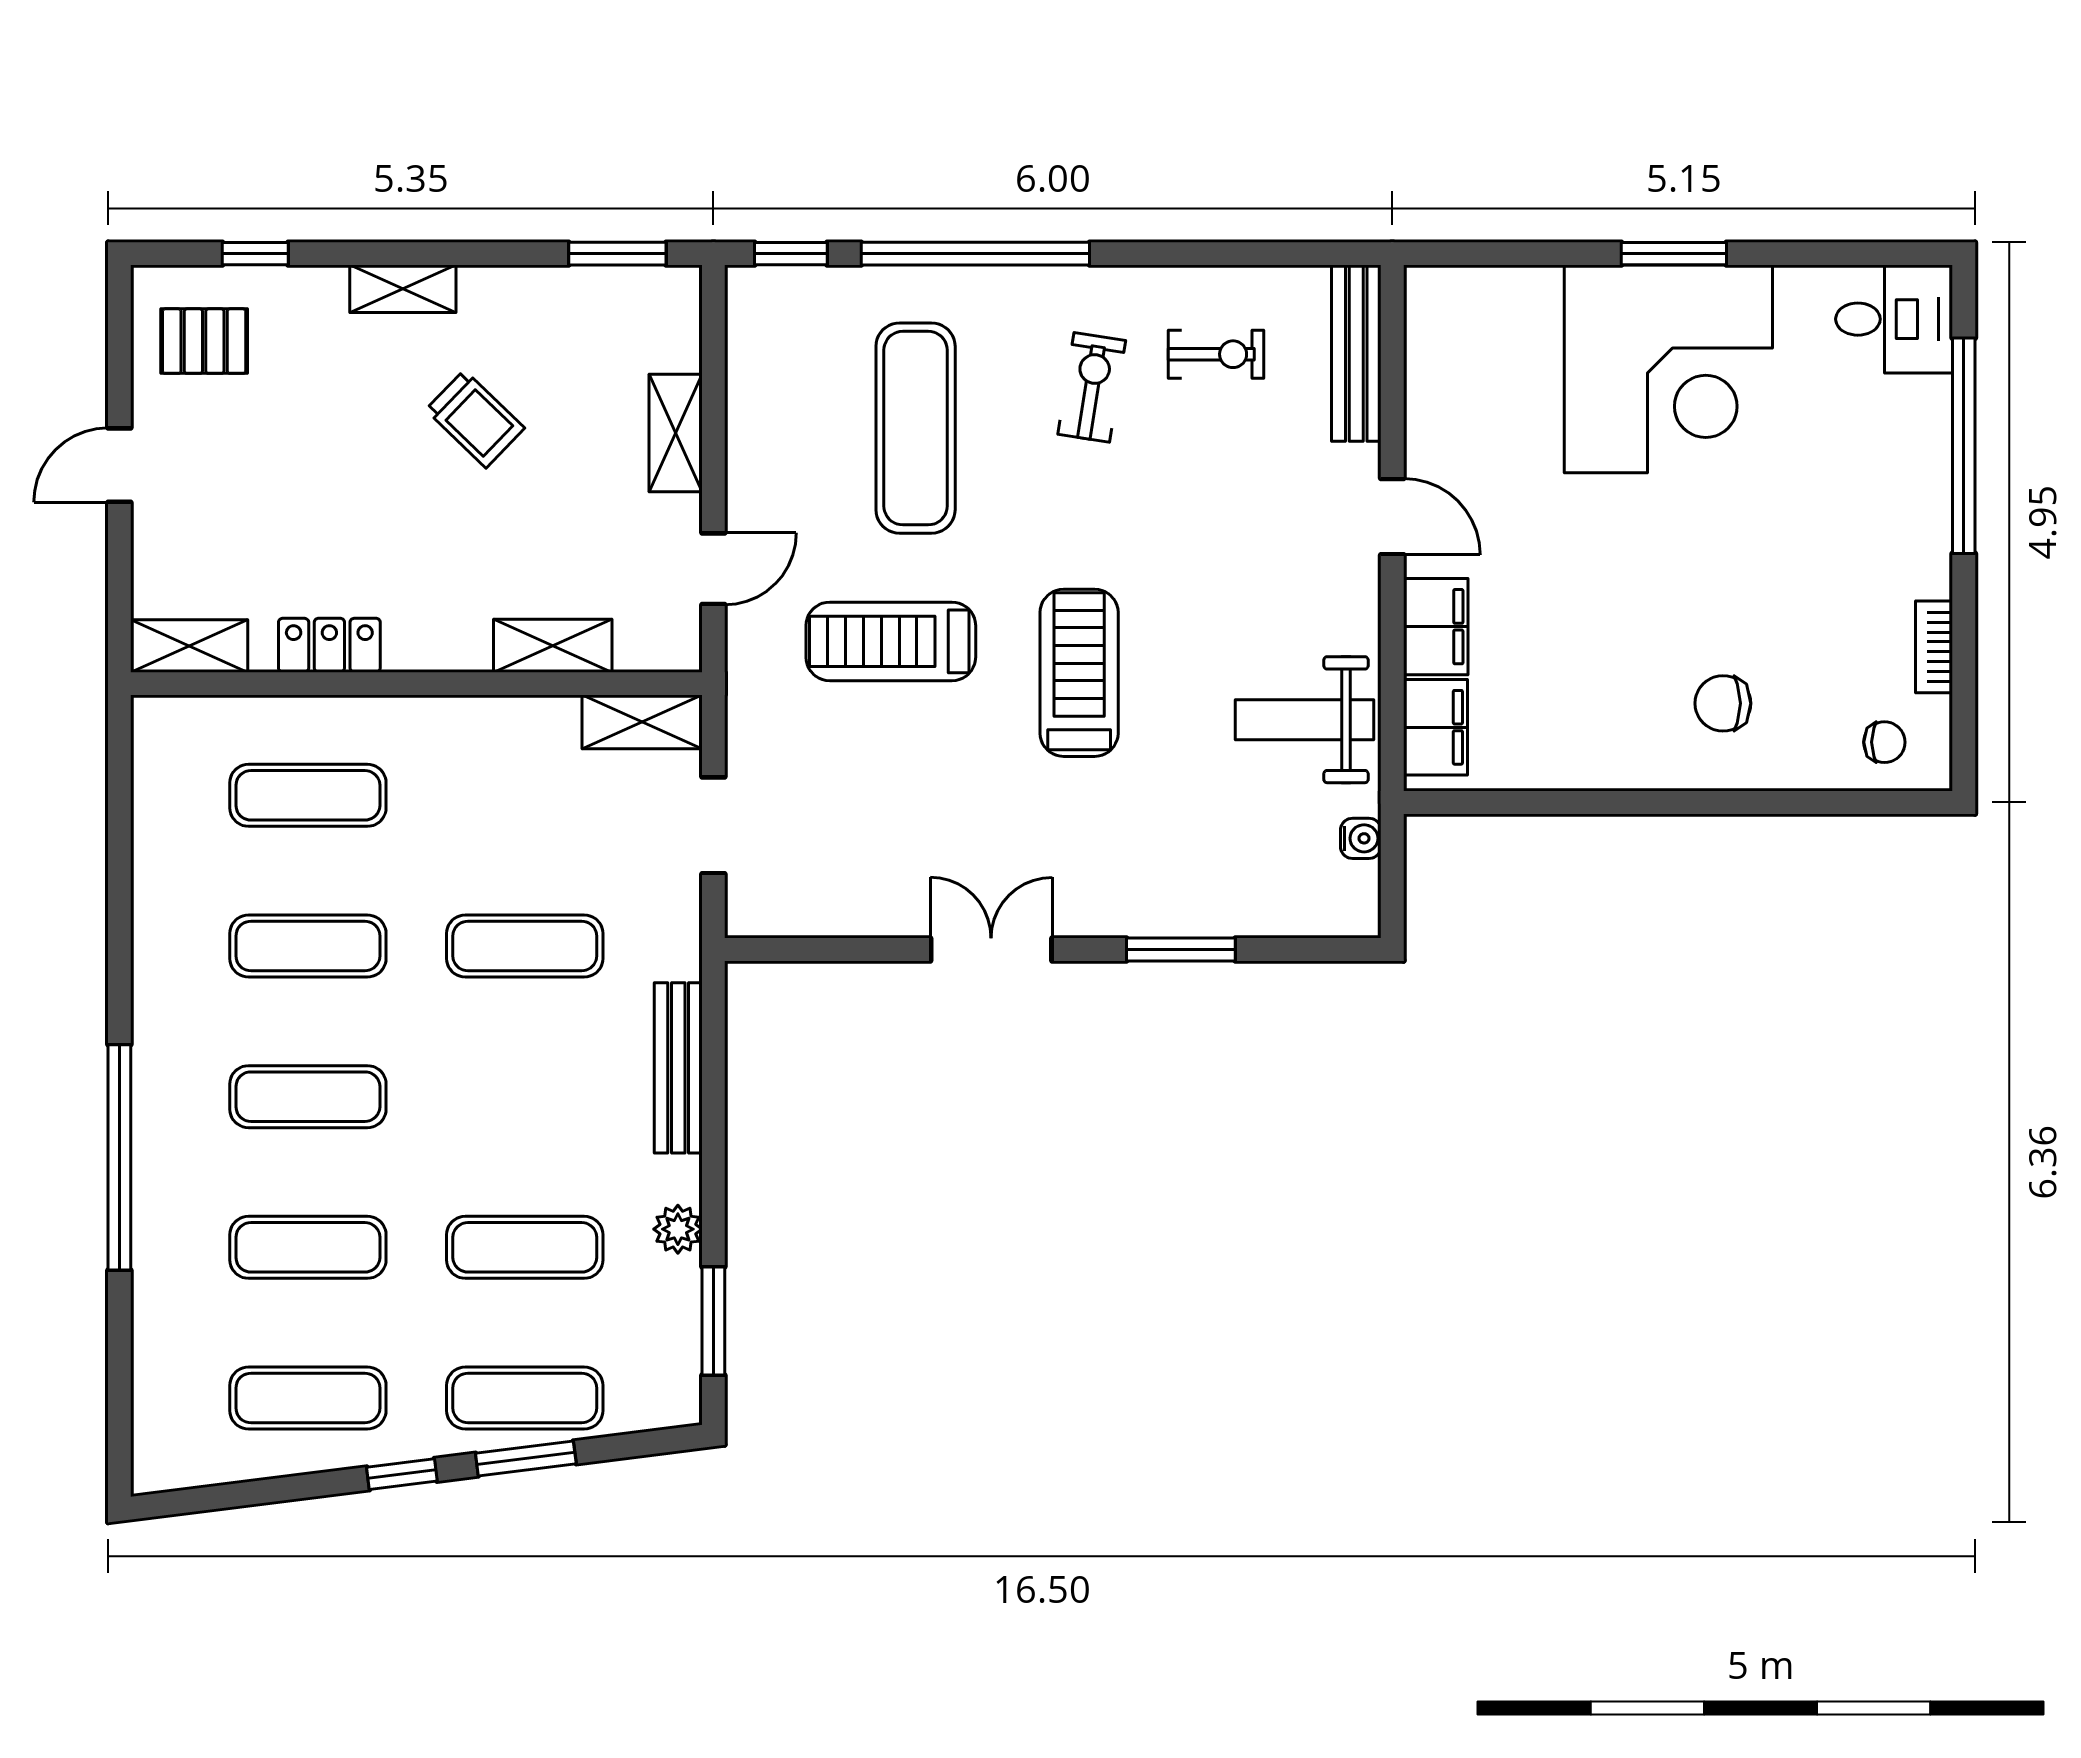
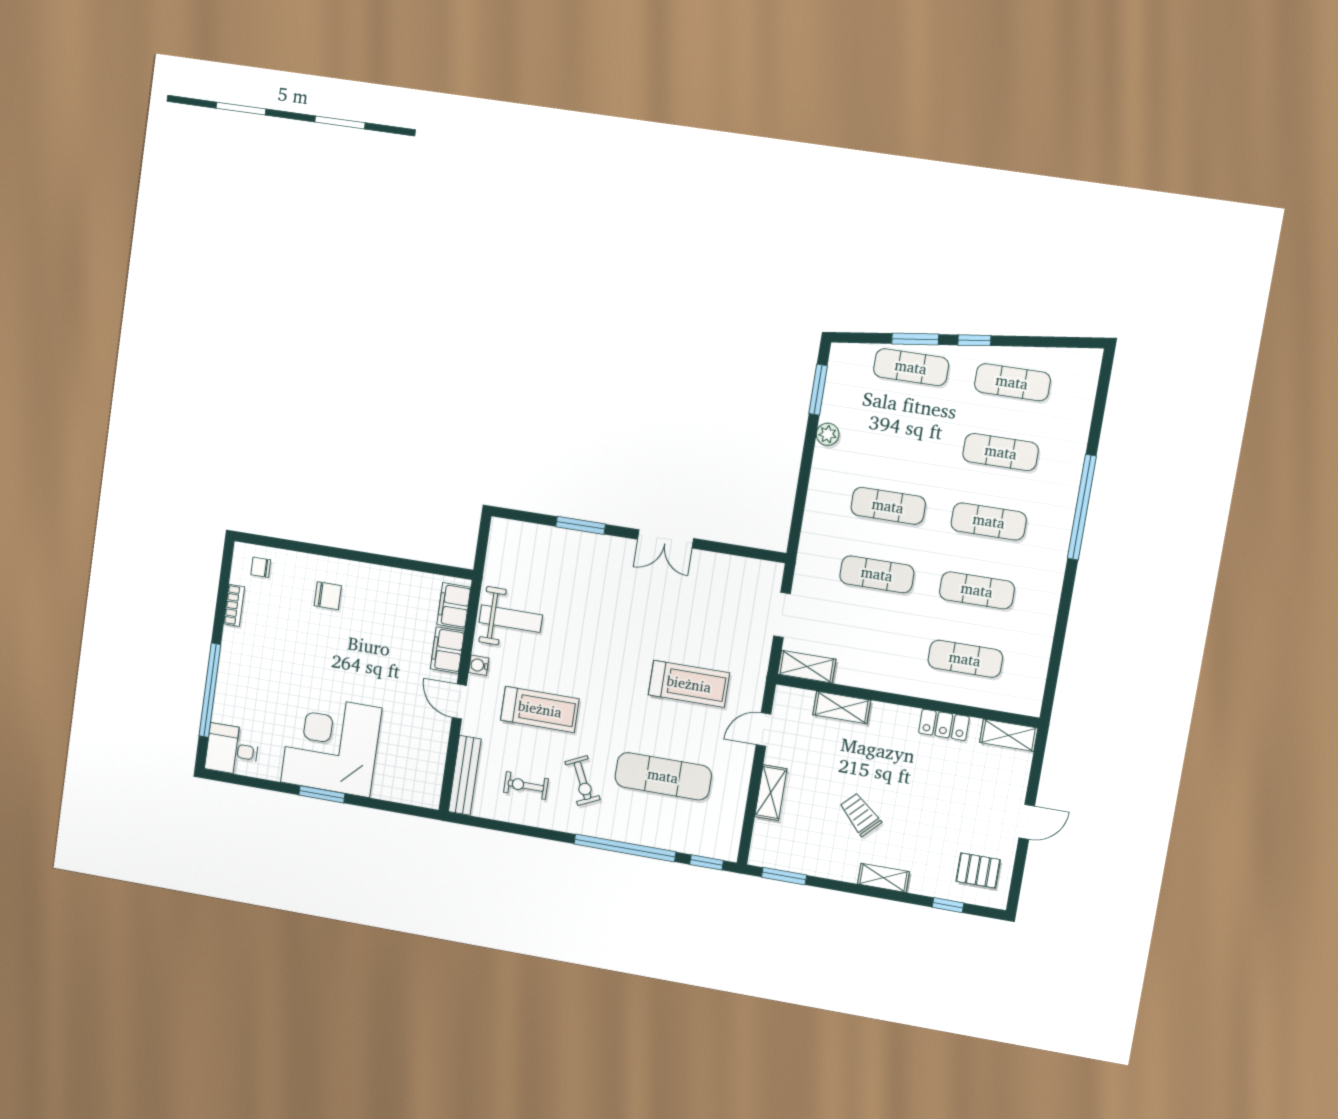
exercise bike: (1092, 387) -> (582, 781), turned -34
exercise mat: (916, 428) -> (663, 776), turned 90
treadmill: (1079, 673) -> (540, 709), moved, turned -90
water cooler: (1361, 838) -> (479, 665), moved
bench: (678, 1068) -> (816, 508), removed
exercise mat: (525, 1247) -> (888, 506), moved

